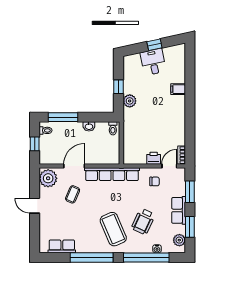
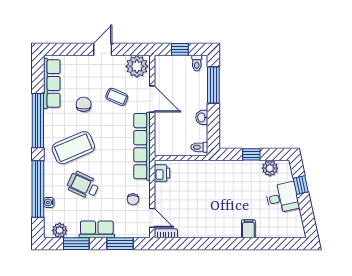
window: (154, 45) -> (301, 185), moved
plant: (130, 101) -> (270, 168), moved
printer: (154, 158) -> (162, 173), moved
chair: (78, 221) -> (84, 104), added
row of seats: (62, 246) -> (52, 83), width x1.48

